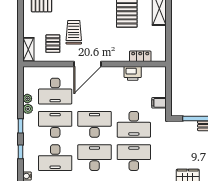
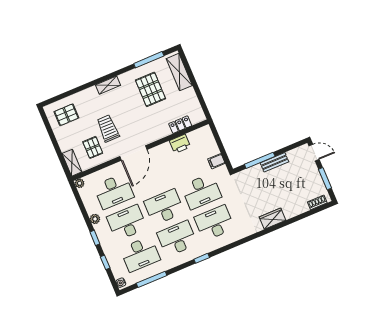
plant: (27, 99) -> (80, 183), moved

